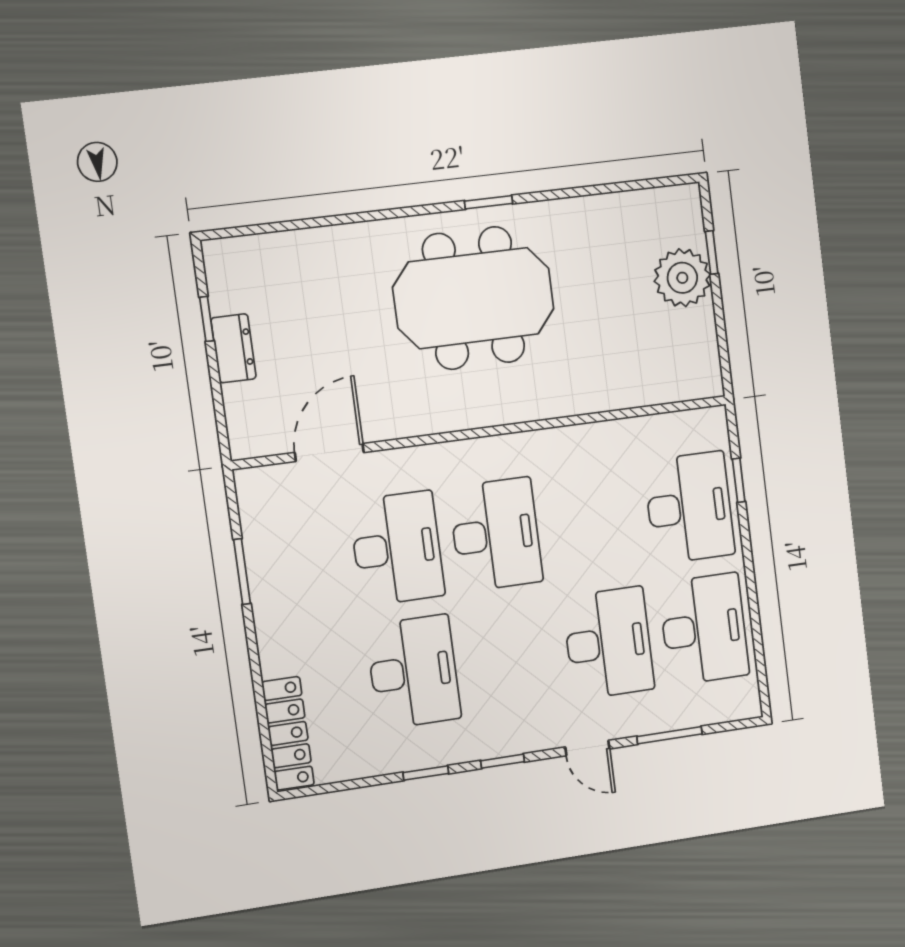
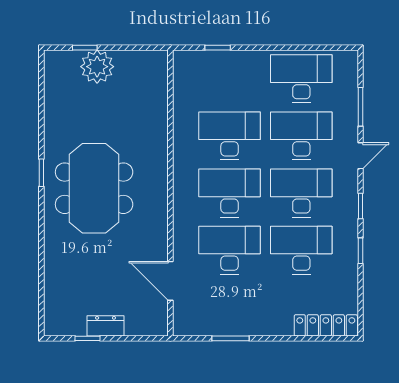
desk: (689, 508) -> (230, 136), moved
desk: (512, 657) -> (301, 193), added

